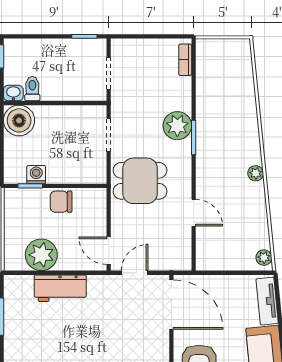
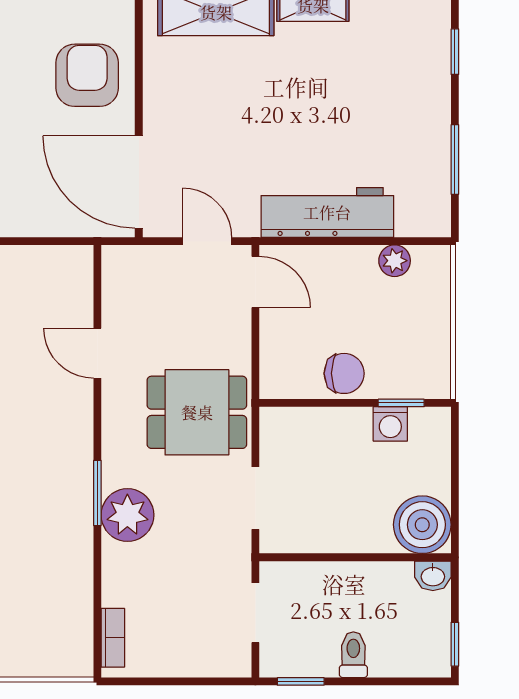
toilet: (32, 89) -> (353, 655), moved, turned 180
plant: (41, 255) -> (395, 261), width x0.53, depth x0.53
door: (135, 273) -> (207, 241), swing flipped
workbench: (60, 288) -> (327, 212), width x1.38

